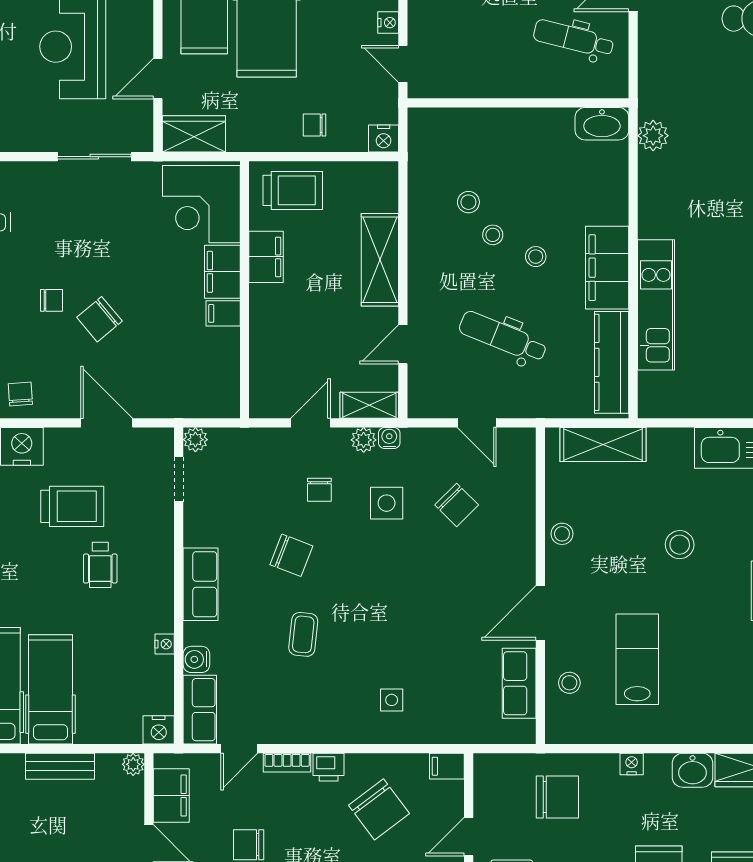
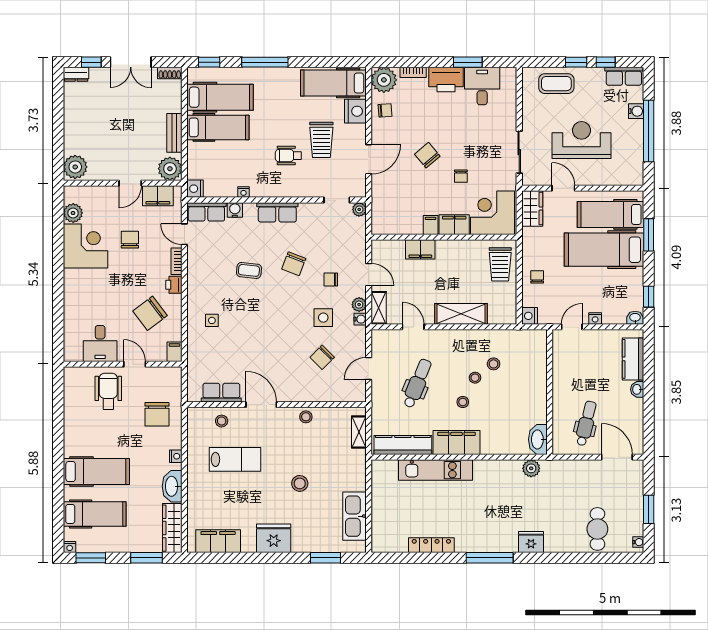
filing cabinet: (266, 257) -> (420, 249), moved
chair: (52, 300) -> (461, 176), moved
shelving: (603, 444) -> (359, 432), width x0.67, depth x0.75
plant: (133, 764) -> (170, 169), width x1.87, depth x1.87
washbasin: (693, 770) -> (172, 486), width x1.38

